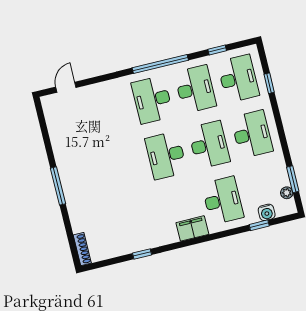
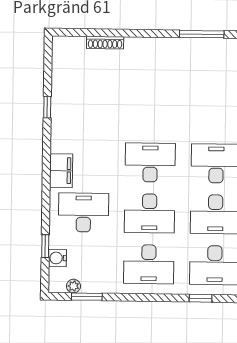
window: (58, 186) -> (202, 34), moved
desk: (223, 200) -> (83, 212), turned 180
shoe rack: (82, 249) -> (105, 43), moved

